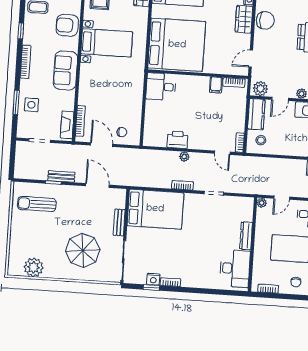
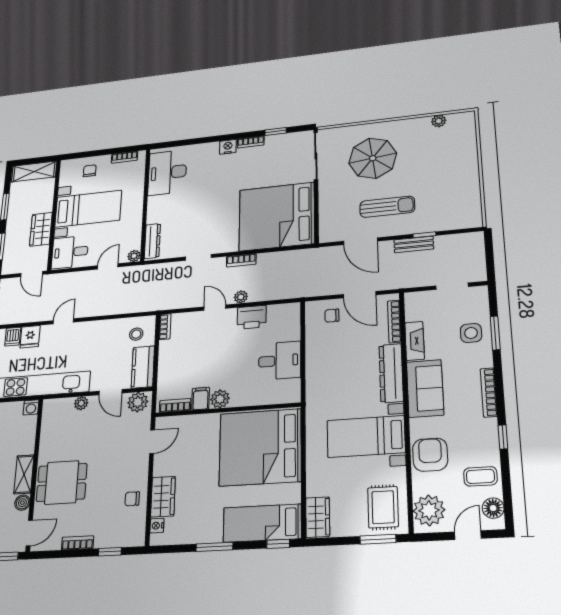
chair: (265, 20) -> (132, 499), width x0.54, depth x0.54
armchair: (67, 25) -> (430, 455), turned -90
plant: (202, 83) -> (220, 399), added
dresser: (86, 84) -> (391, 373), added
desk: (161, 87) -> (280, 361), moved
door: (280, 99) -> (110, 392), swing flipped
fireplace: (67, 125) -> (415, 341), moved
door: (222, 153) -> (215, 308), moved
sun lounger: (37, 204) -> (387, 207), moved
bed: (155, 209) -> (277, 217), width x1.36
bench: (119, 222) -> (325, 200), removed
dresser: (246, 236) -> (152, 241), moved
plant: (34, 267) -> (439, 121), width x0.53, depth x0.53
nightstand: (153, 279) -> (228, 147), moved

